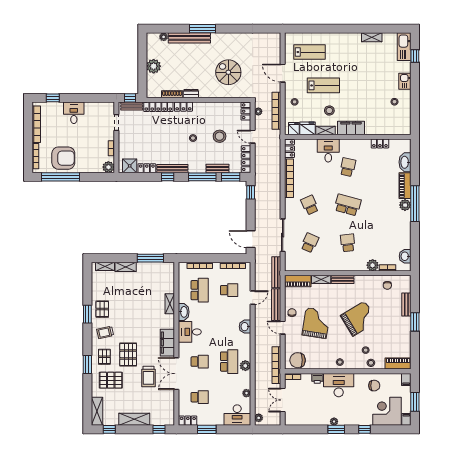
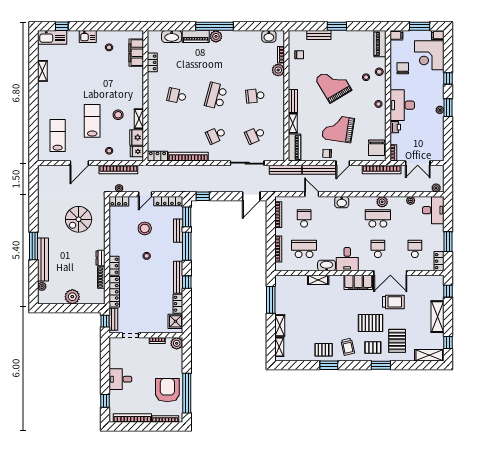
filing cabinet: (351, 128) -> (136, 53), moved
desk: (328, 151) -> (160, 116), removed
school desk: (310, 243) -> (255, 135), turned -48

